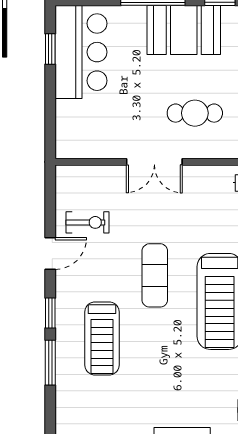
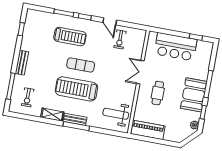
bar counter: (81, 52) -> (176, 47), moved
exercise mat: (155, 275) -> (81, 65), moved
treadmill: (102, 338) -> (70, 37), turned 180

